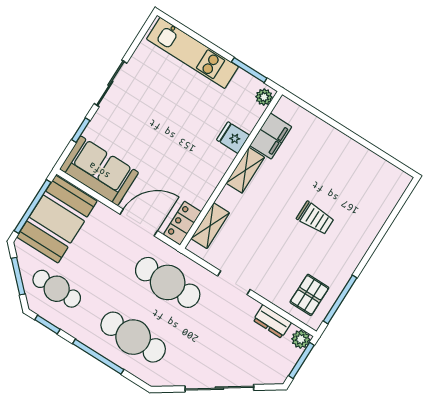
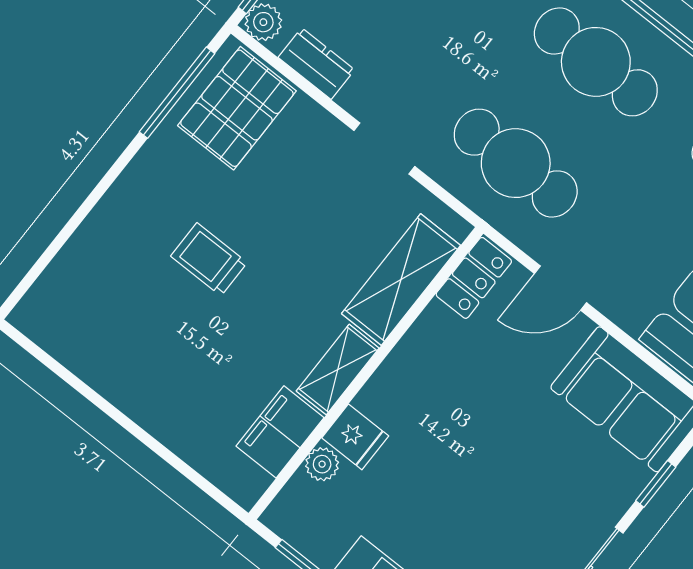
plant: (264, 97) -> (322, 464), moved
door: (139, 223) -> (561, 288), width x0.73
shelving: (210, 226) -> (401, 279), width x1.50, depth x1.33
pallet: (309, 295) -> (237, 108), width x1.50, depth x1.42

